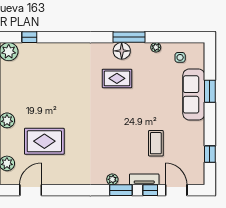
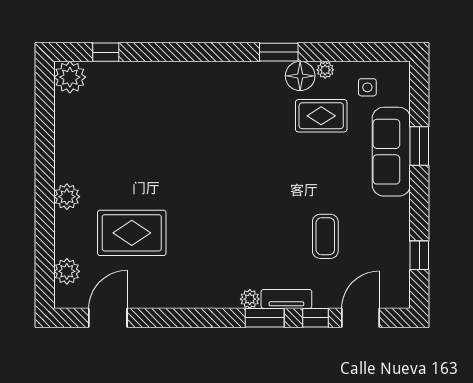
window: (129, 37) -> (279, 52), width x0.69
floor lamp: (122, 51) -> (300, 76), moved
rug: (117, 78) -> (321, 116), moved
tv unit: (144, 179) -> (286, 299), moved
door: (176, 190) -> (361, 318), hinge flipped

